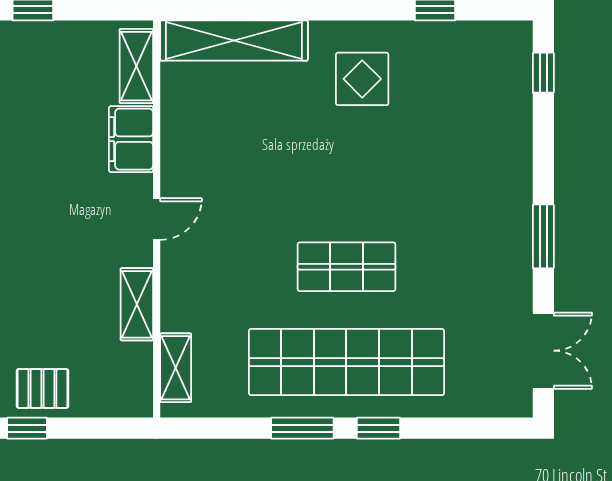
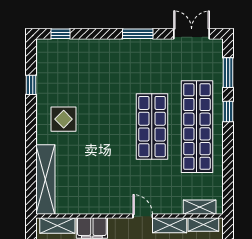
door: (157, 219) -> (143, 216), moved
shop shelf: (346, 267) -> (152, 127), width x1.43, depth x1.36
shelving: (138, 376) -> (203, 225), added
window: (302, 428) -> (228, 73), moved

